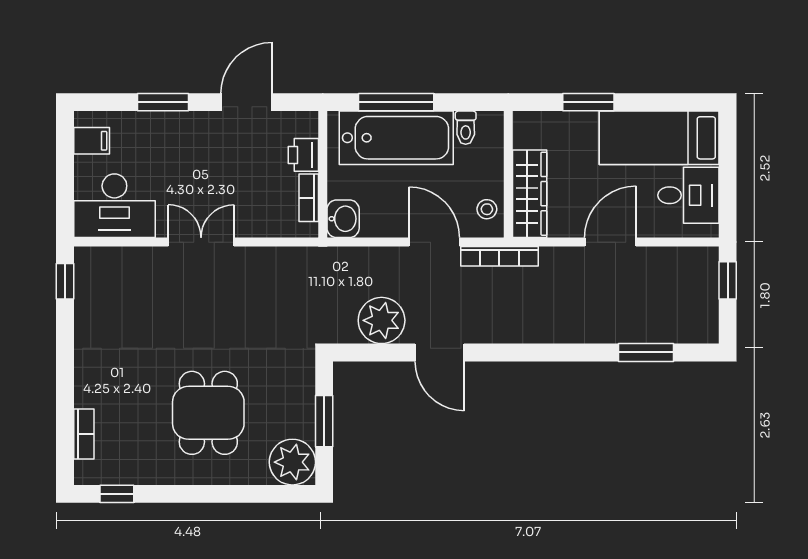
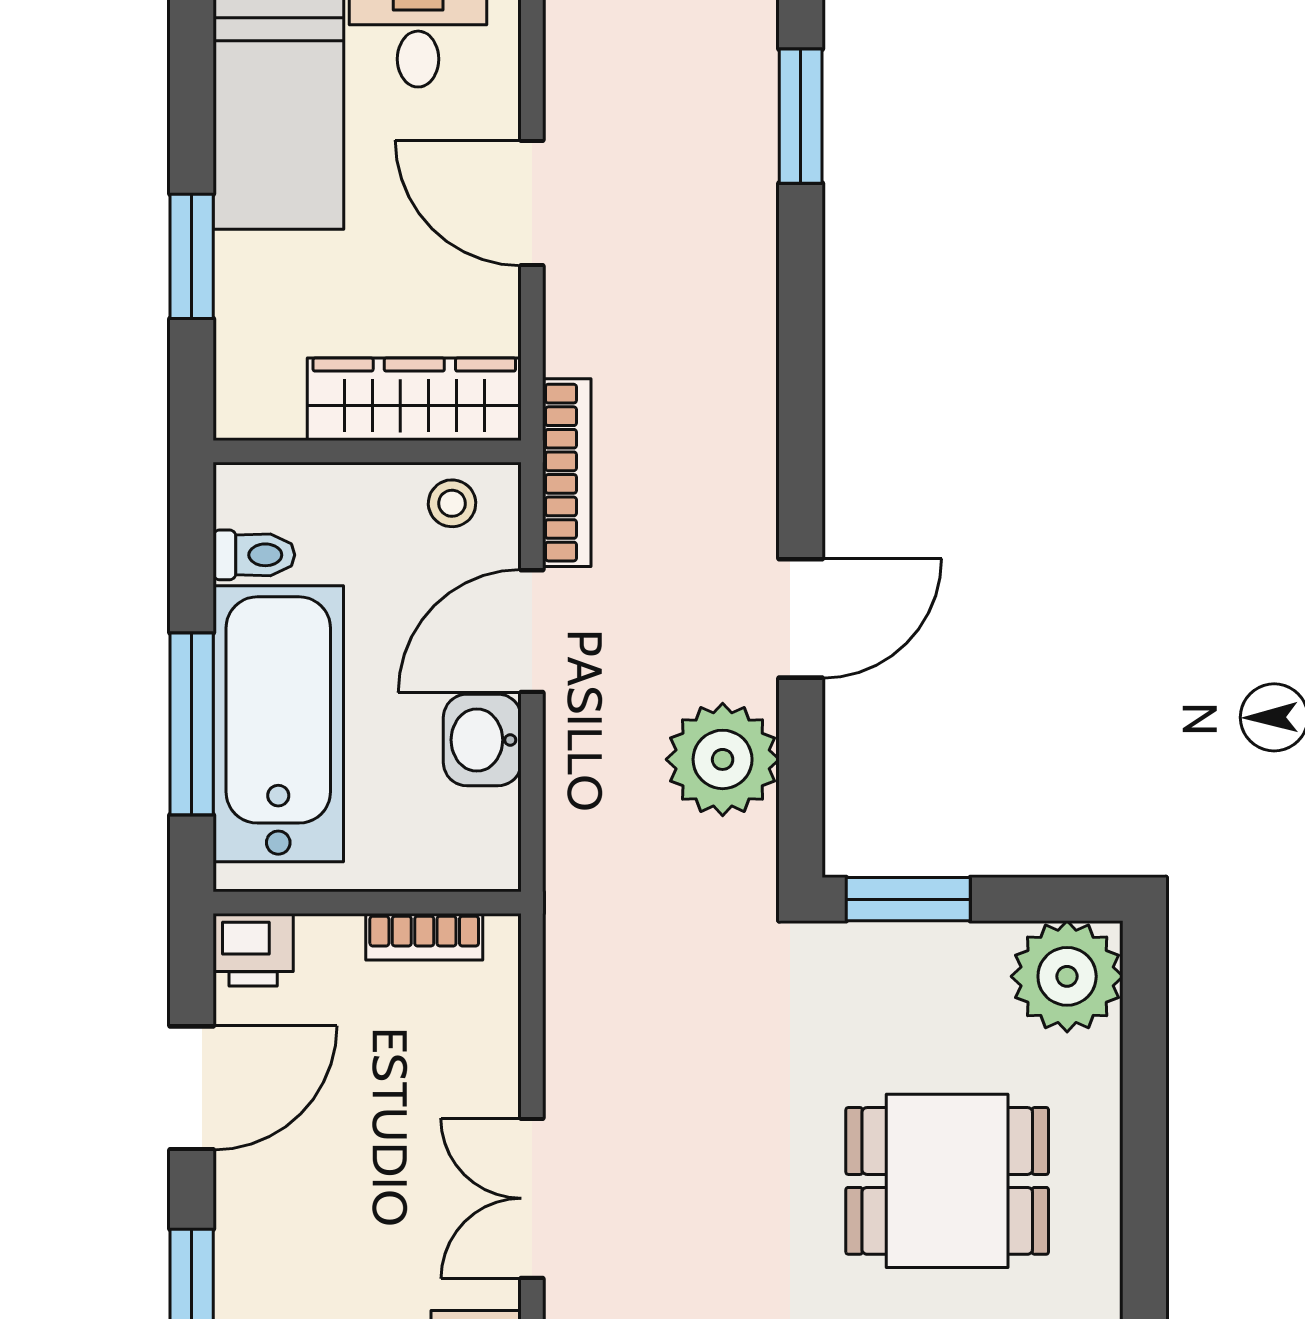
door: (247, 102) -> (192, 1088), swing flipped
printer: (303, 155) -> (253, 950), moved
washbasin: (343, 219) -> (482, 740), moved, turned -90
window: (324, 421) -> (908, 899), moved

